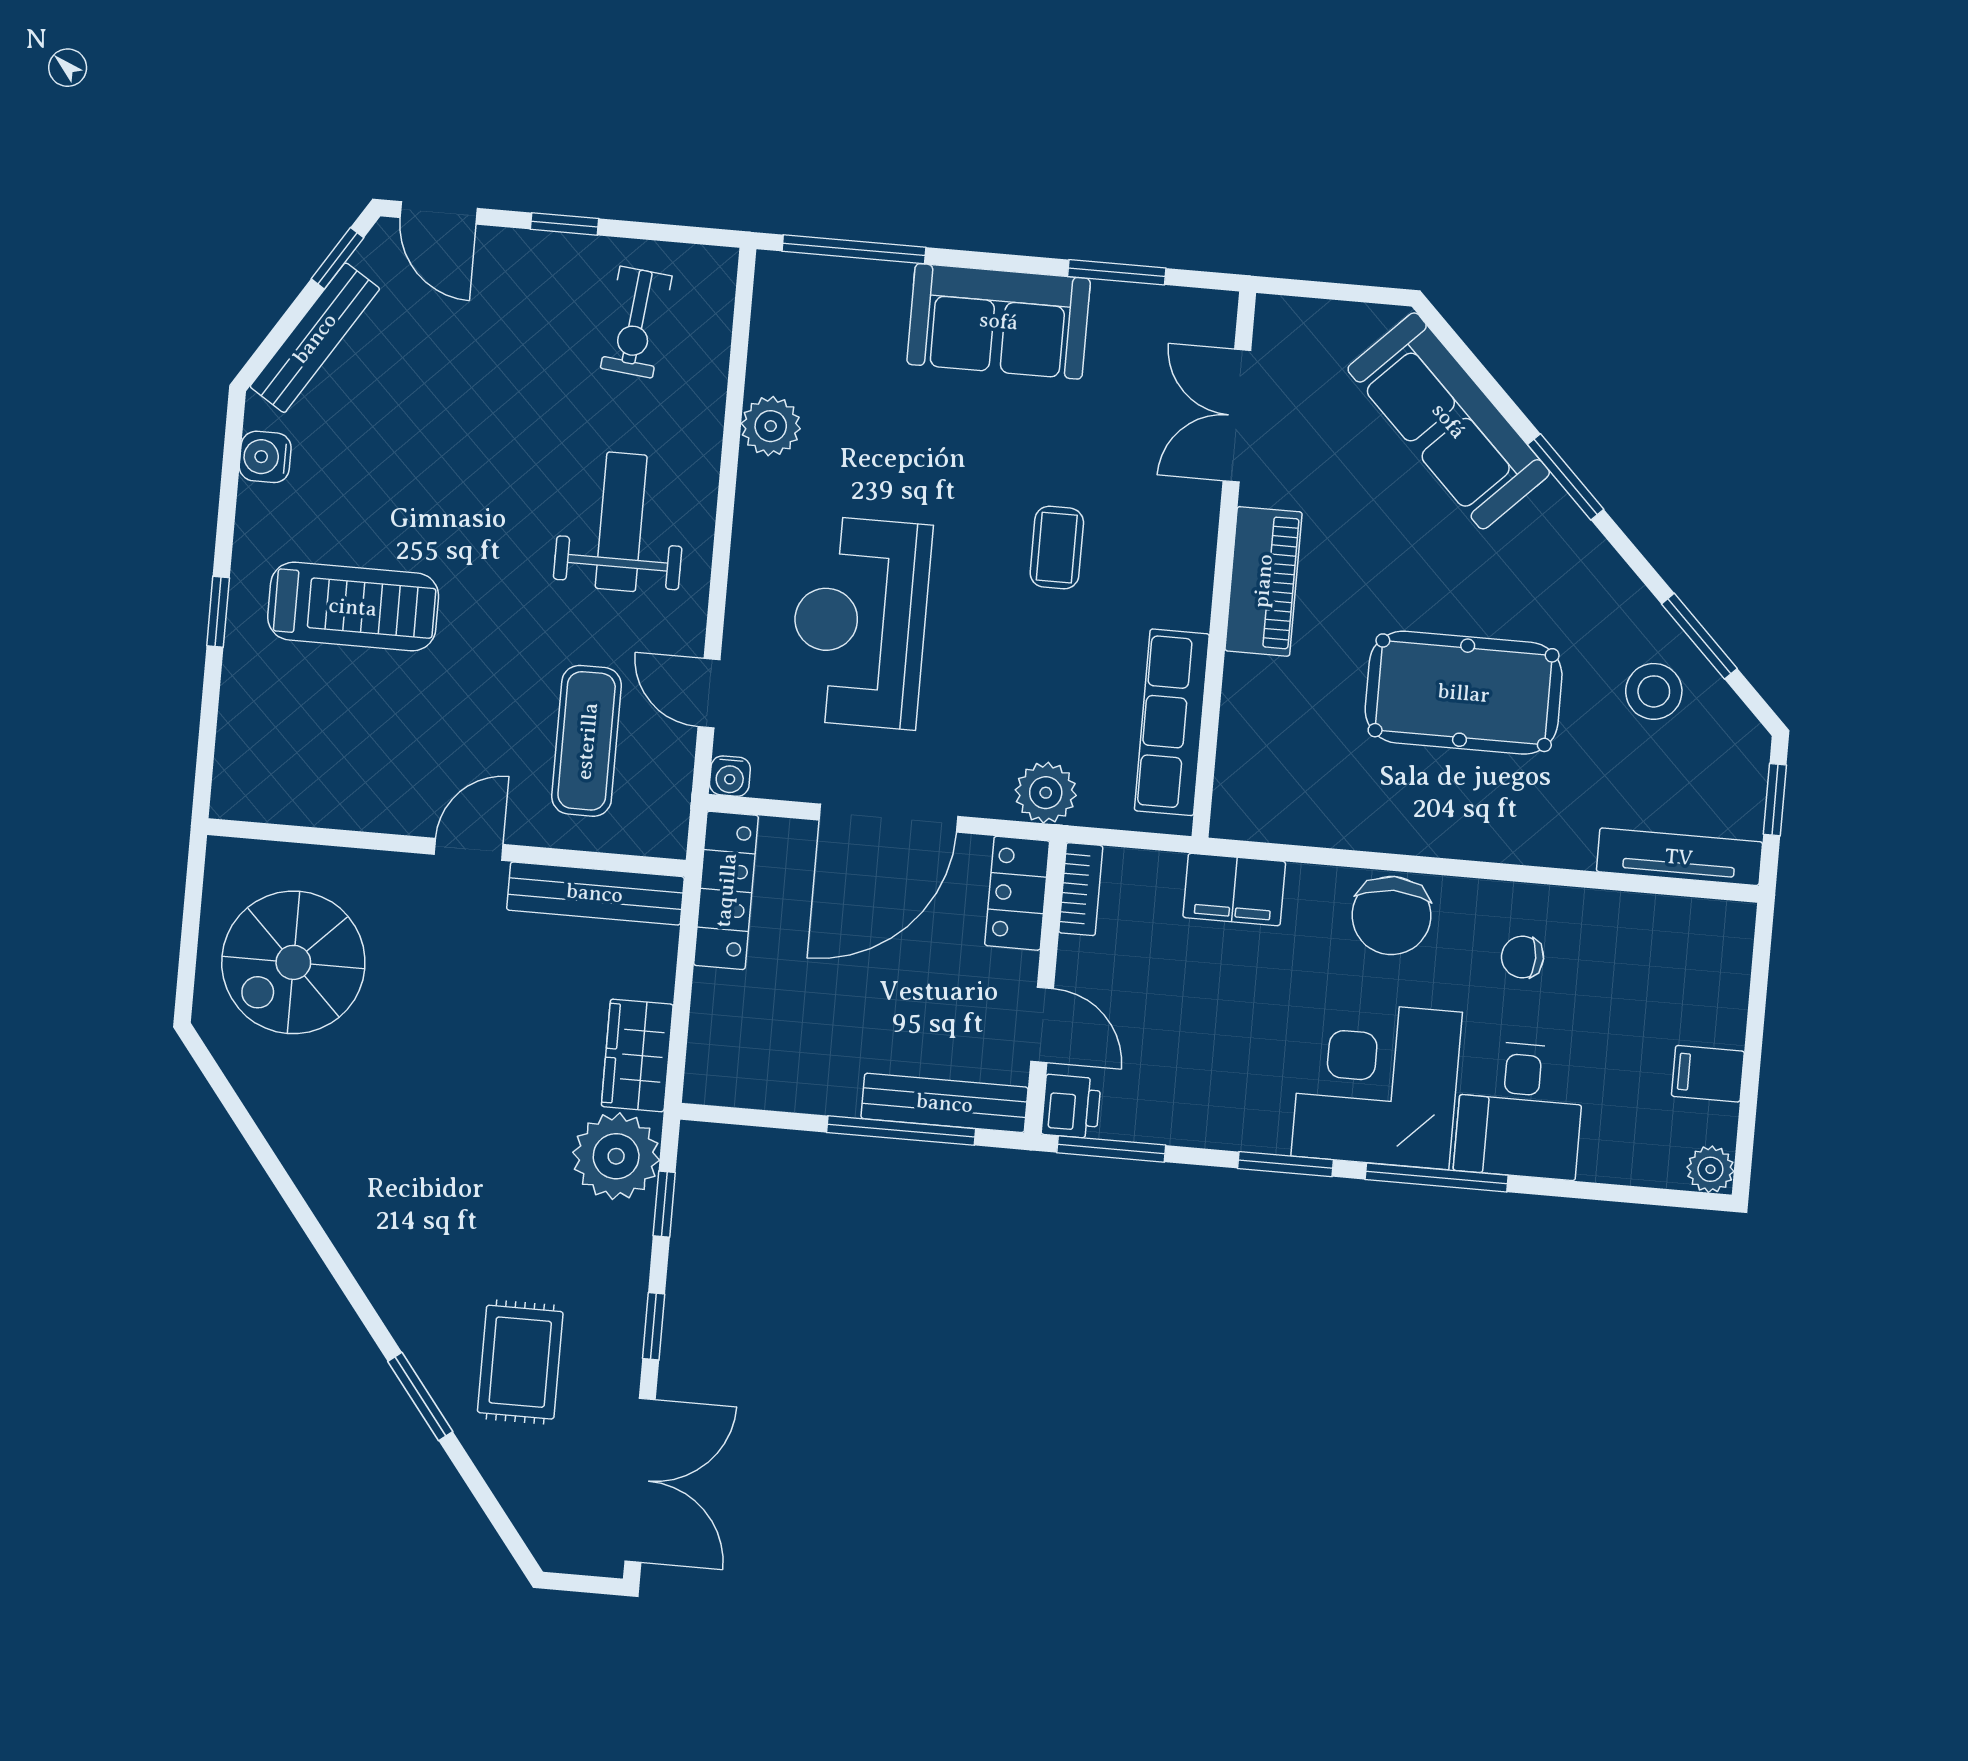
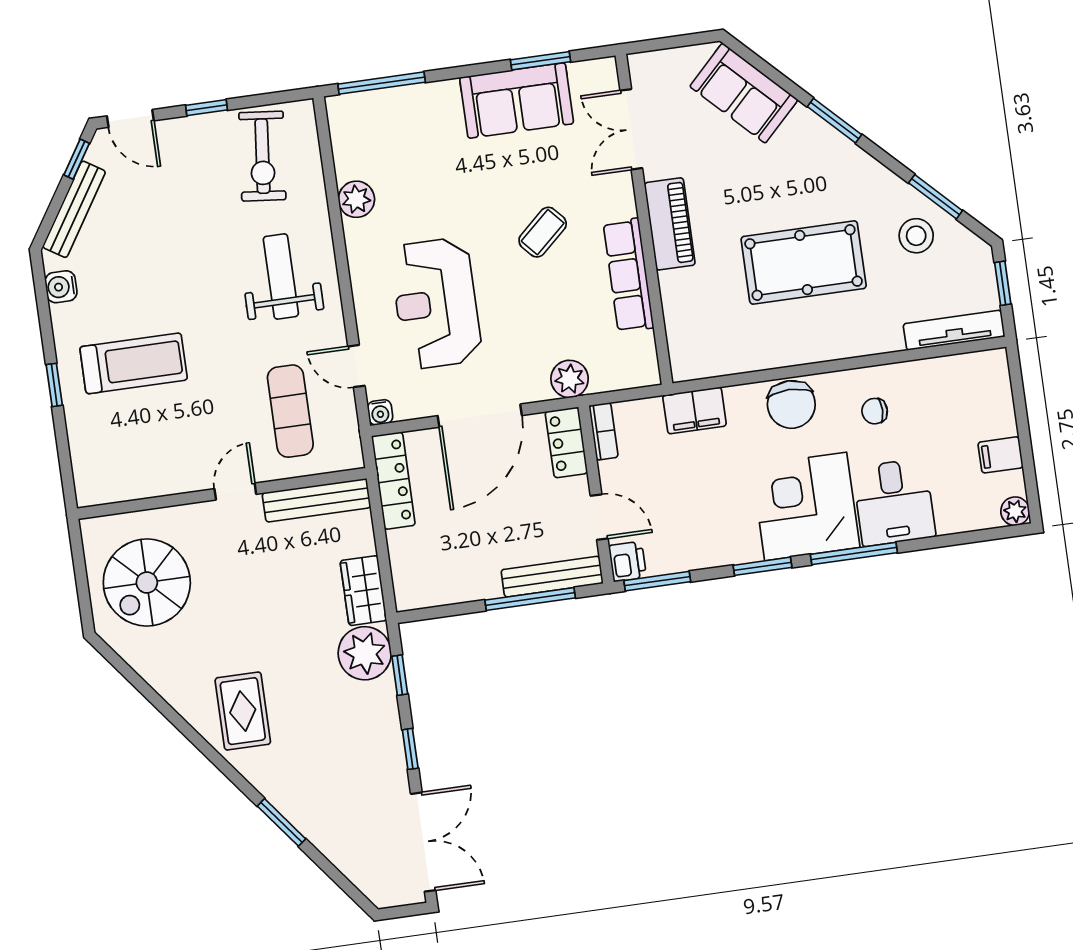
sofa: (999, 321) -> (517, 100), moved
exercise bike: (636, 322) -> (262, 156), width x1.38, depth x1.39
sofa: (1449, 421) -> (744, 93), width x0.73
coffee table: (1057, 548) -> (543, 232), turned 48
row of seats: (1172, 722) -> (628, 275), moved
rug: (520, 1362) -> (243, 711), moved

